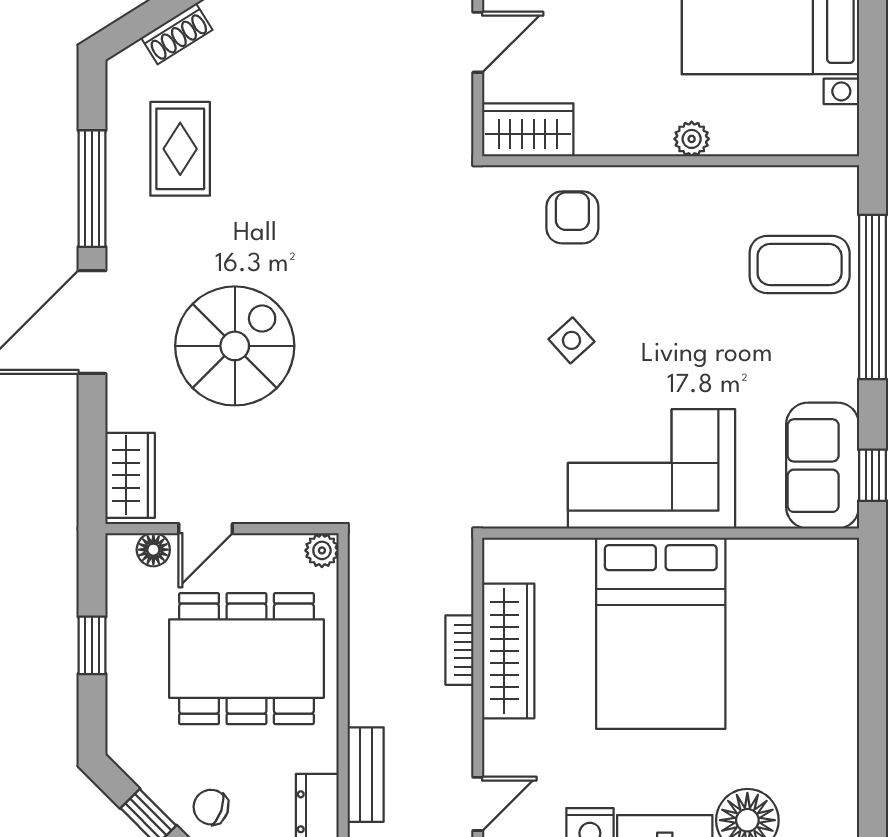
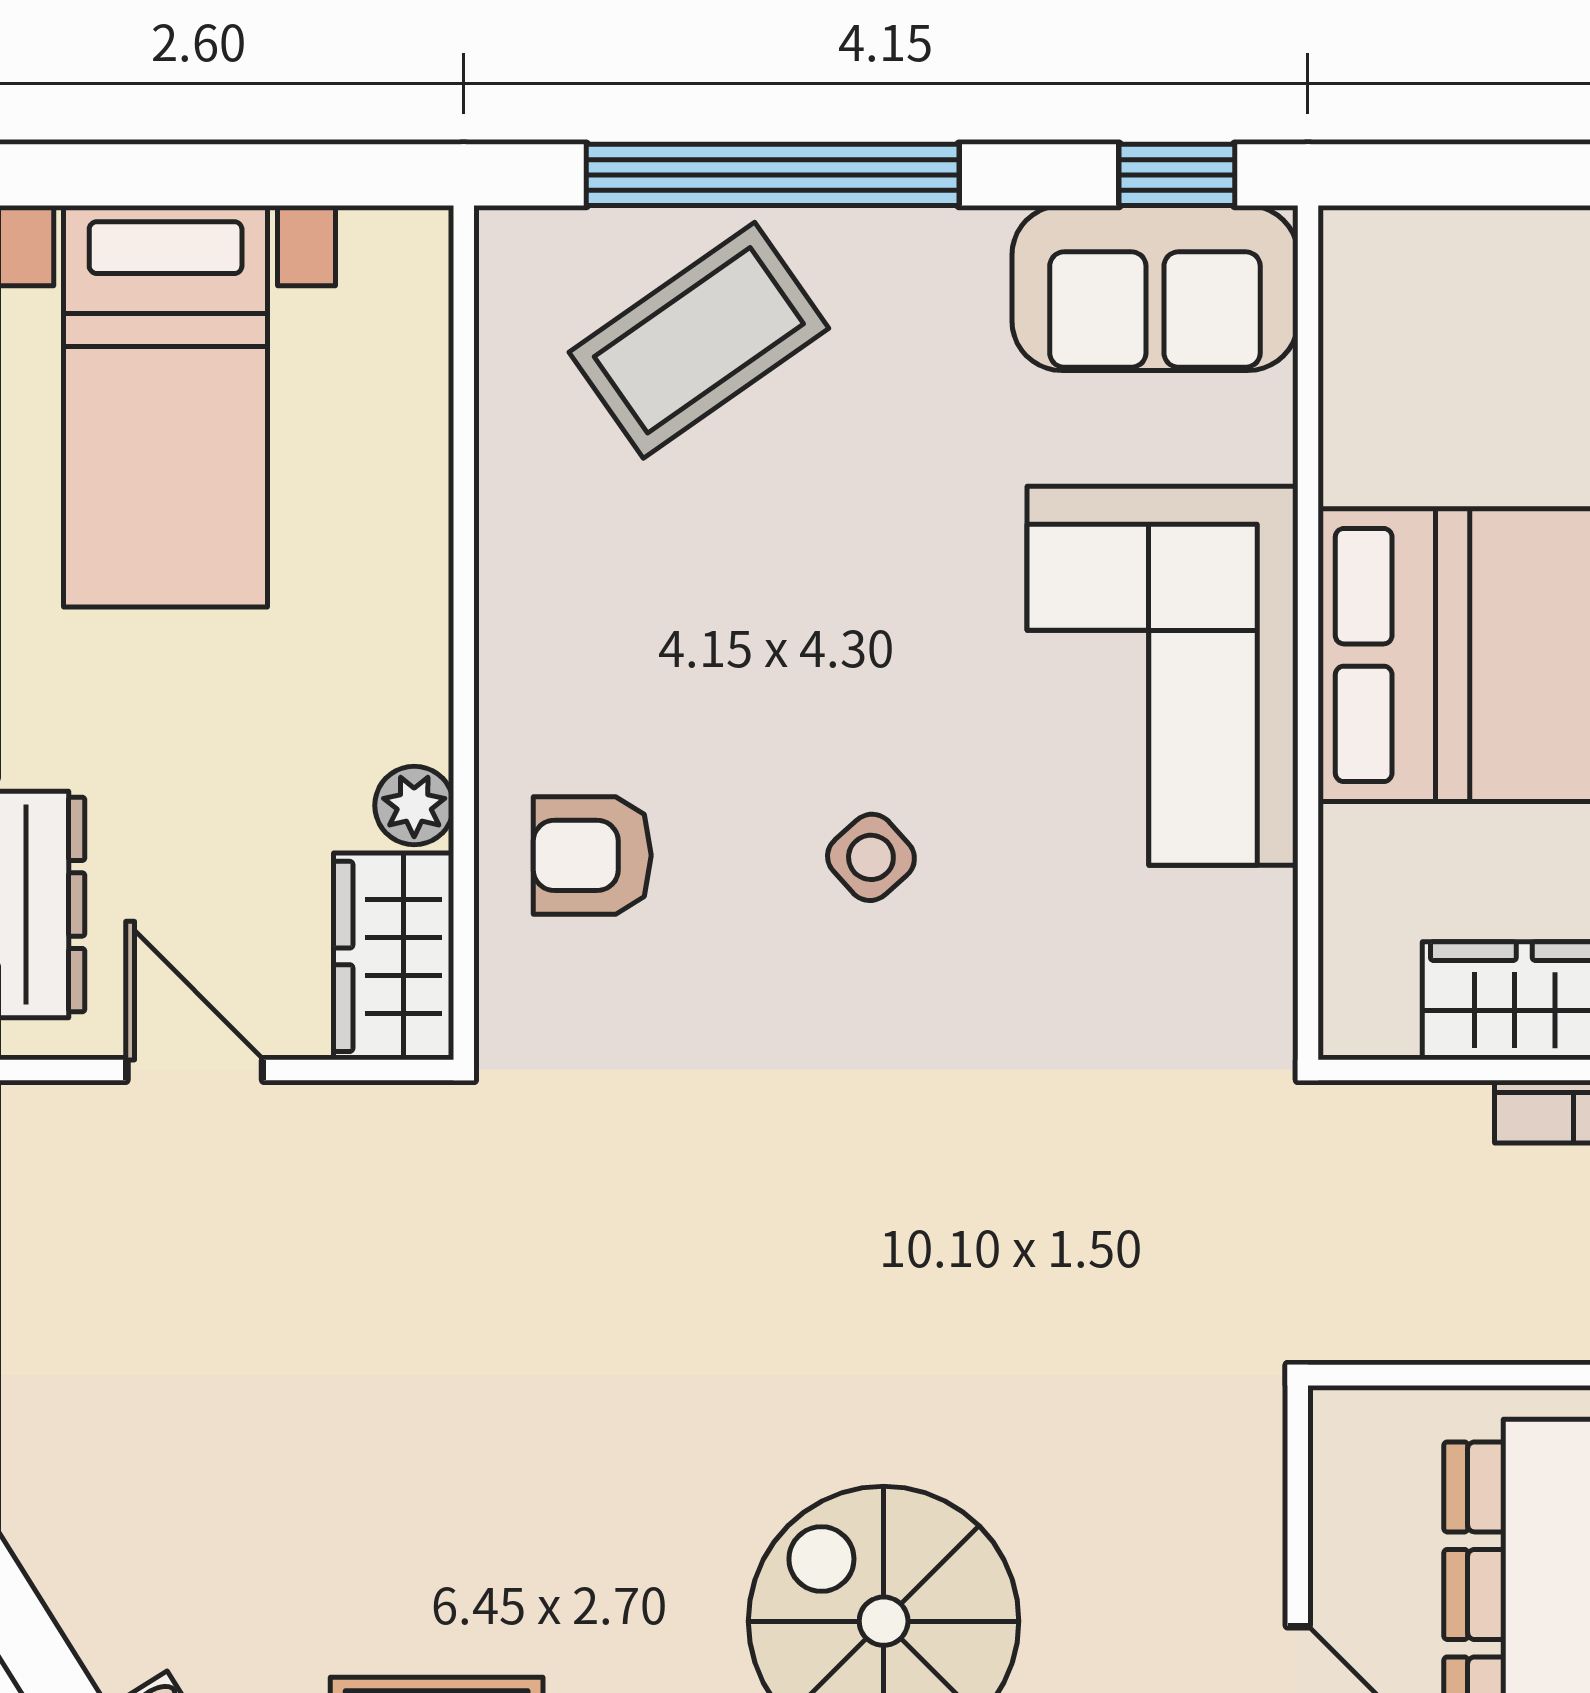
plant: (692, 139) -> (414, 805), moved
coffee table: (800, 265) -> (699, 340), turned 55
plant: (322, 550) -> (1347, 1423), removed

